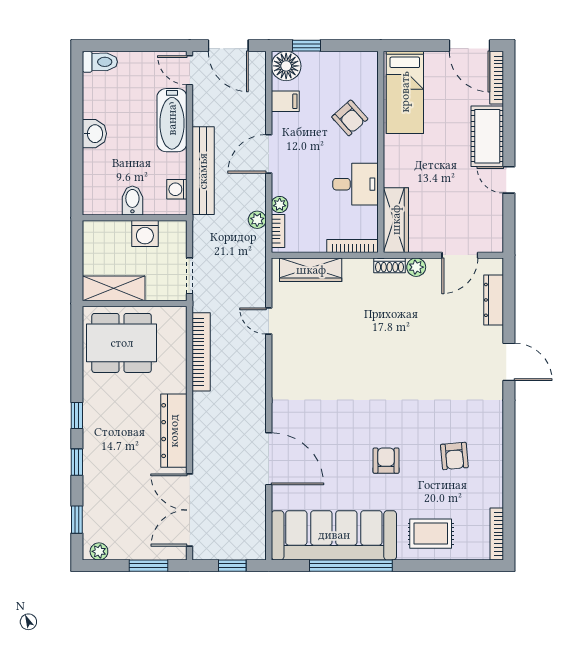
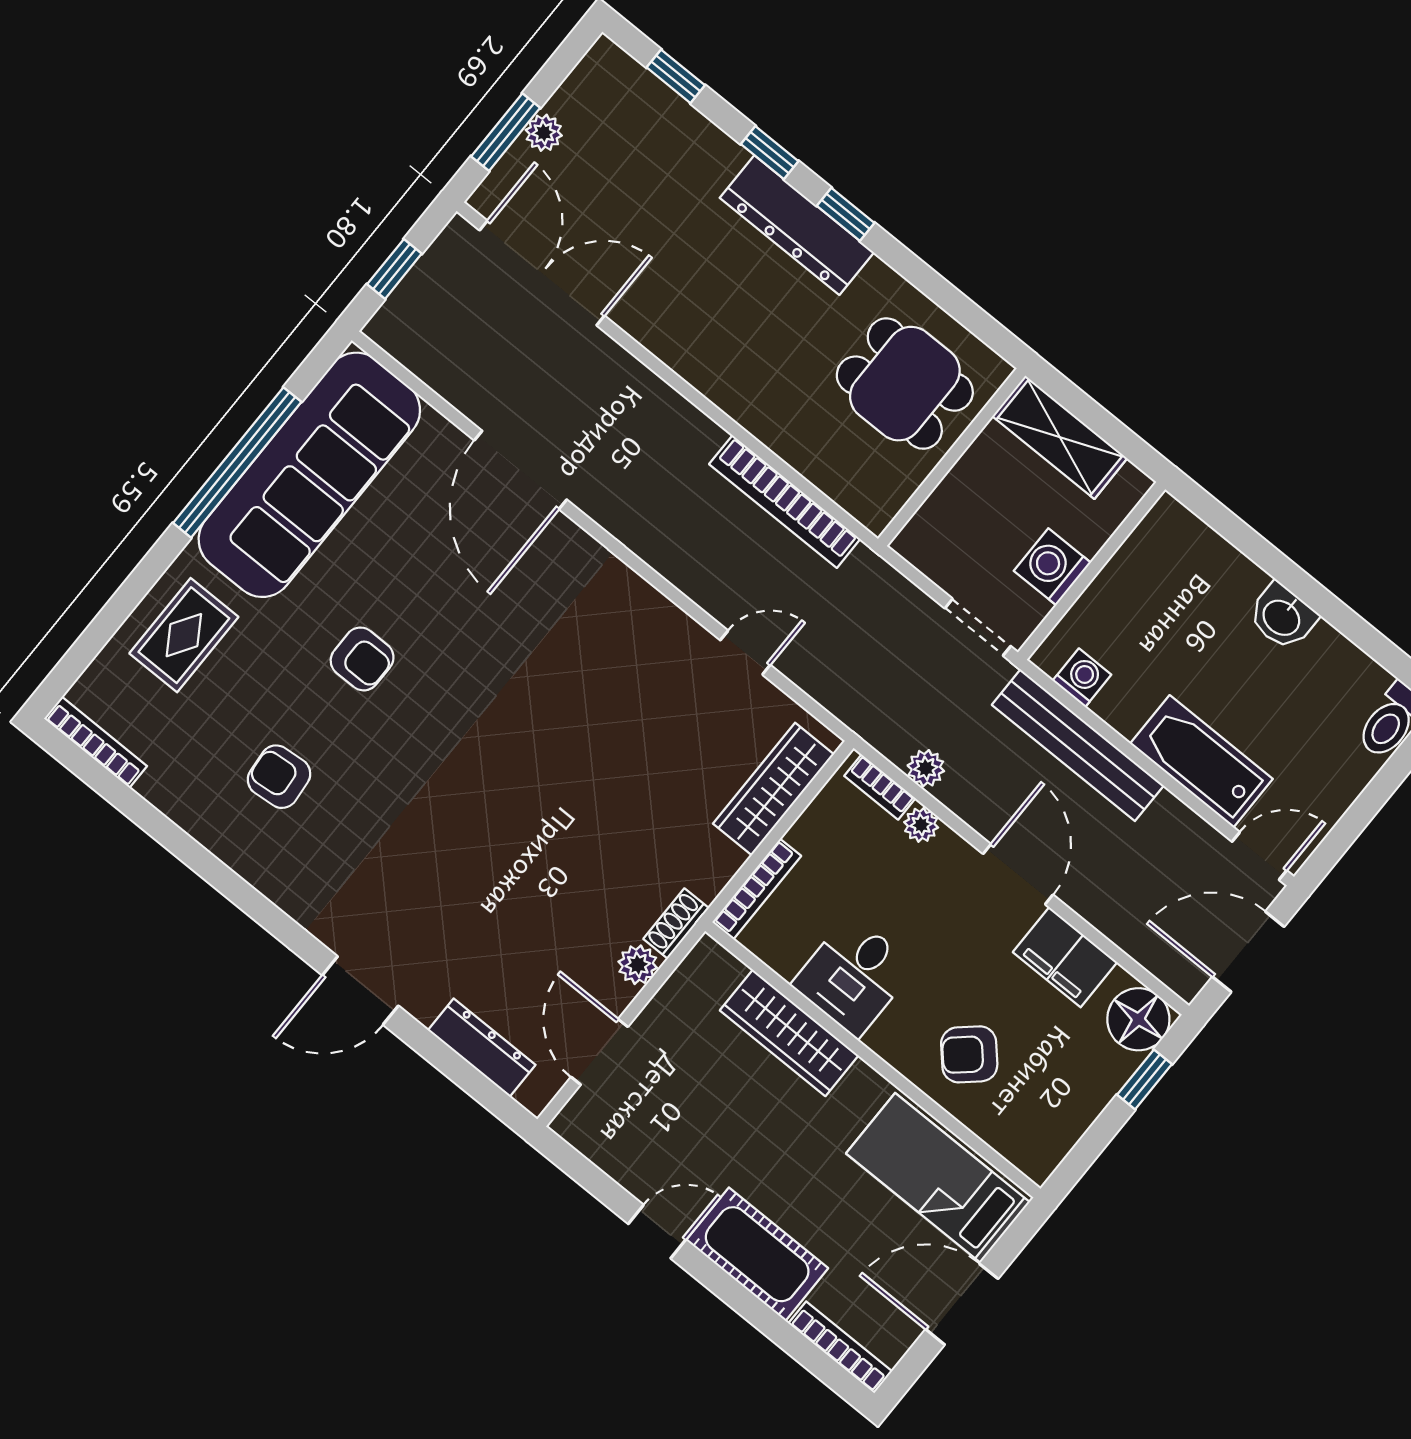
door: (469, 46) -> (962, 1304), moved
filing cabinet: (285, 101) -> (1065, 957), width x2.00
bidet: (132, 200) -> (1123, 590), removed
wardrobe: (396, 220) -> (789, 1033), moved
doorway: (190, 276) -> (978, 627), moved
shelving: (114, 288) -> (1060, 437), moved, turned 90
dining table: (122, 343) -> (905, 384), width x0.73
dresser: (174, 431) -> (797, 225), moved, turned 180
door: (269, 459) -> (521, 470), hinge flipped
plant: (99, 551) -> (544, 133), moved

